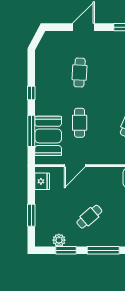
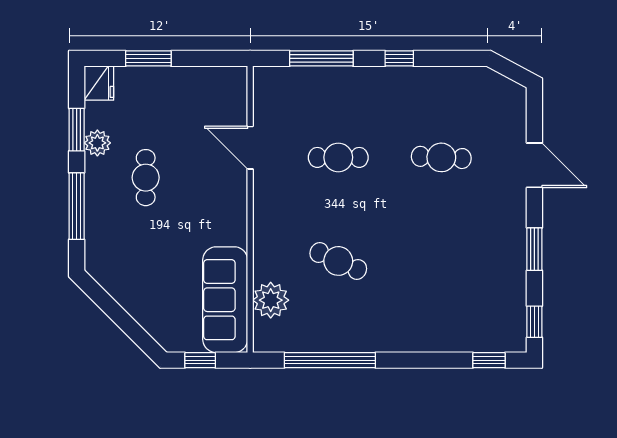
booth: (48, 136) -> (311, 93), removed
fridge: (42, 181) -> (99, 83), moved, turned -90
cafe table: (89, 217) -> (146, 178), turned 41
plant: (59, 240) -> (97, 143), moved

